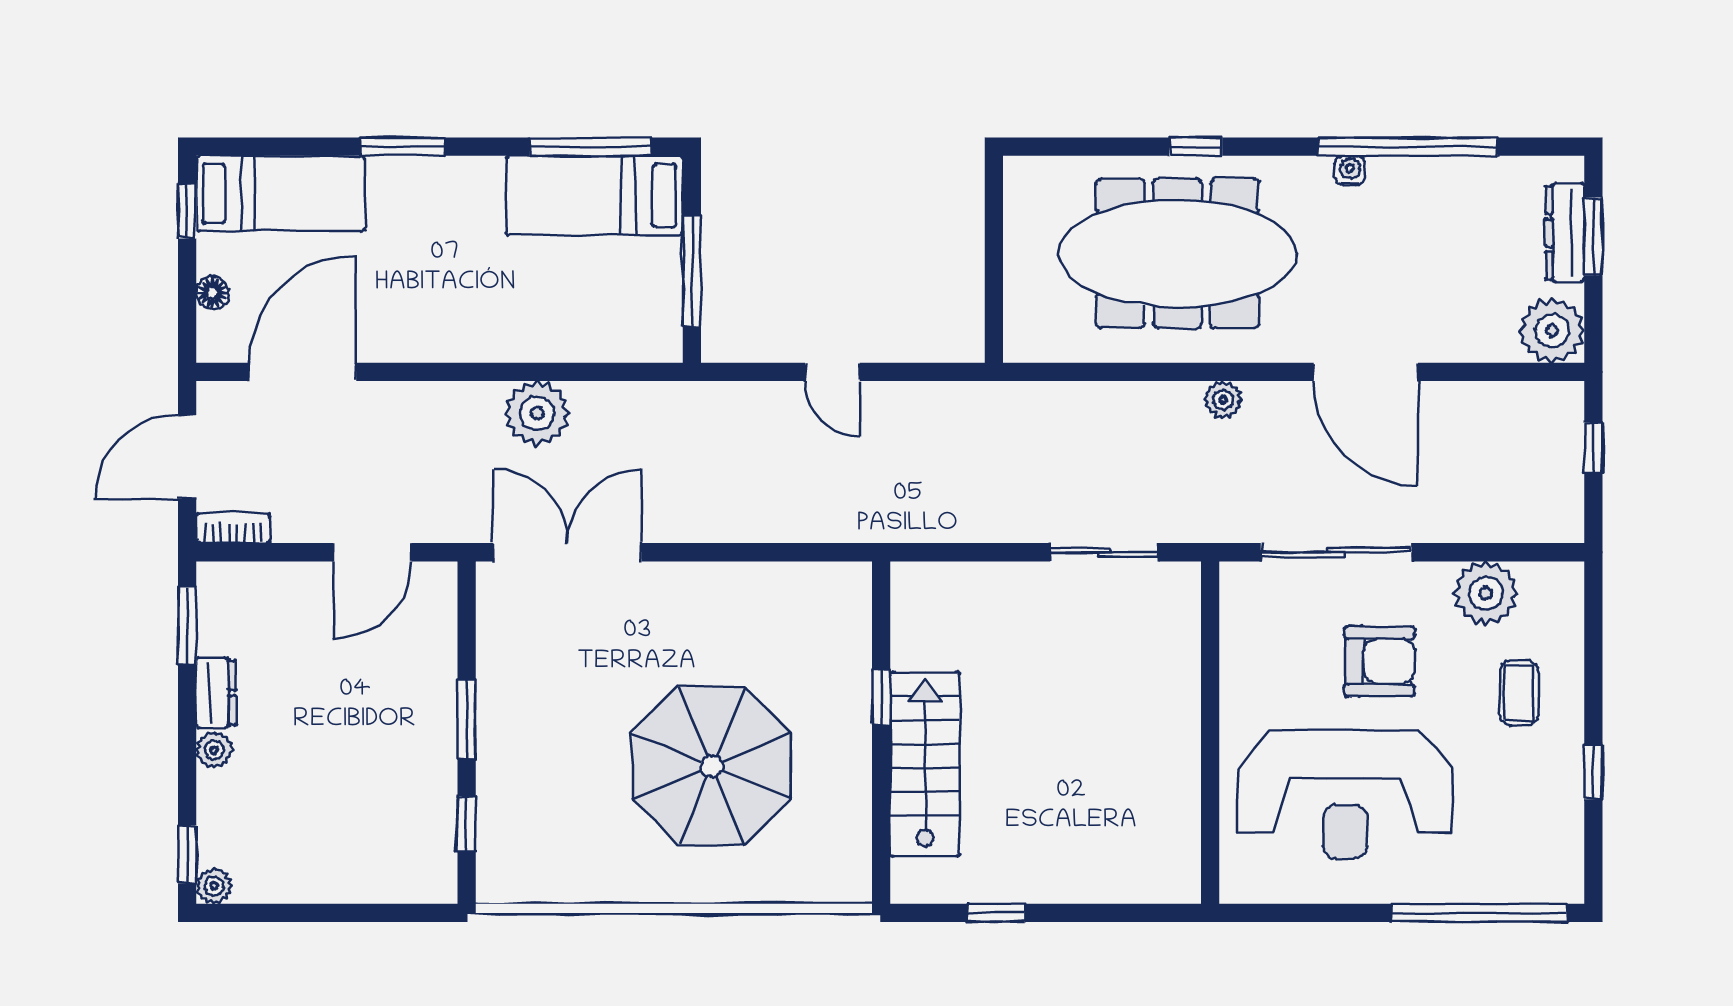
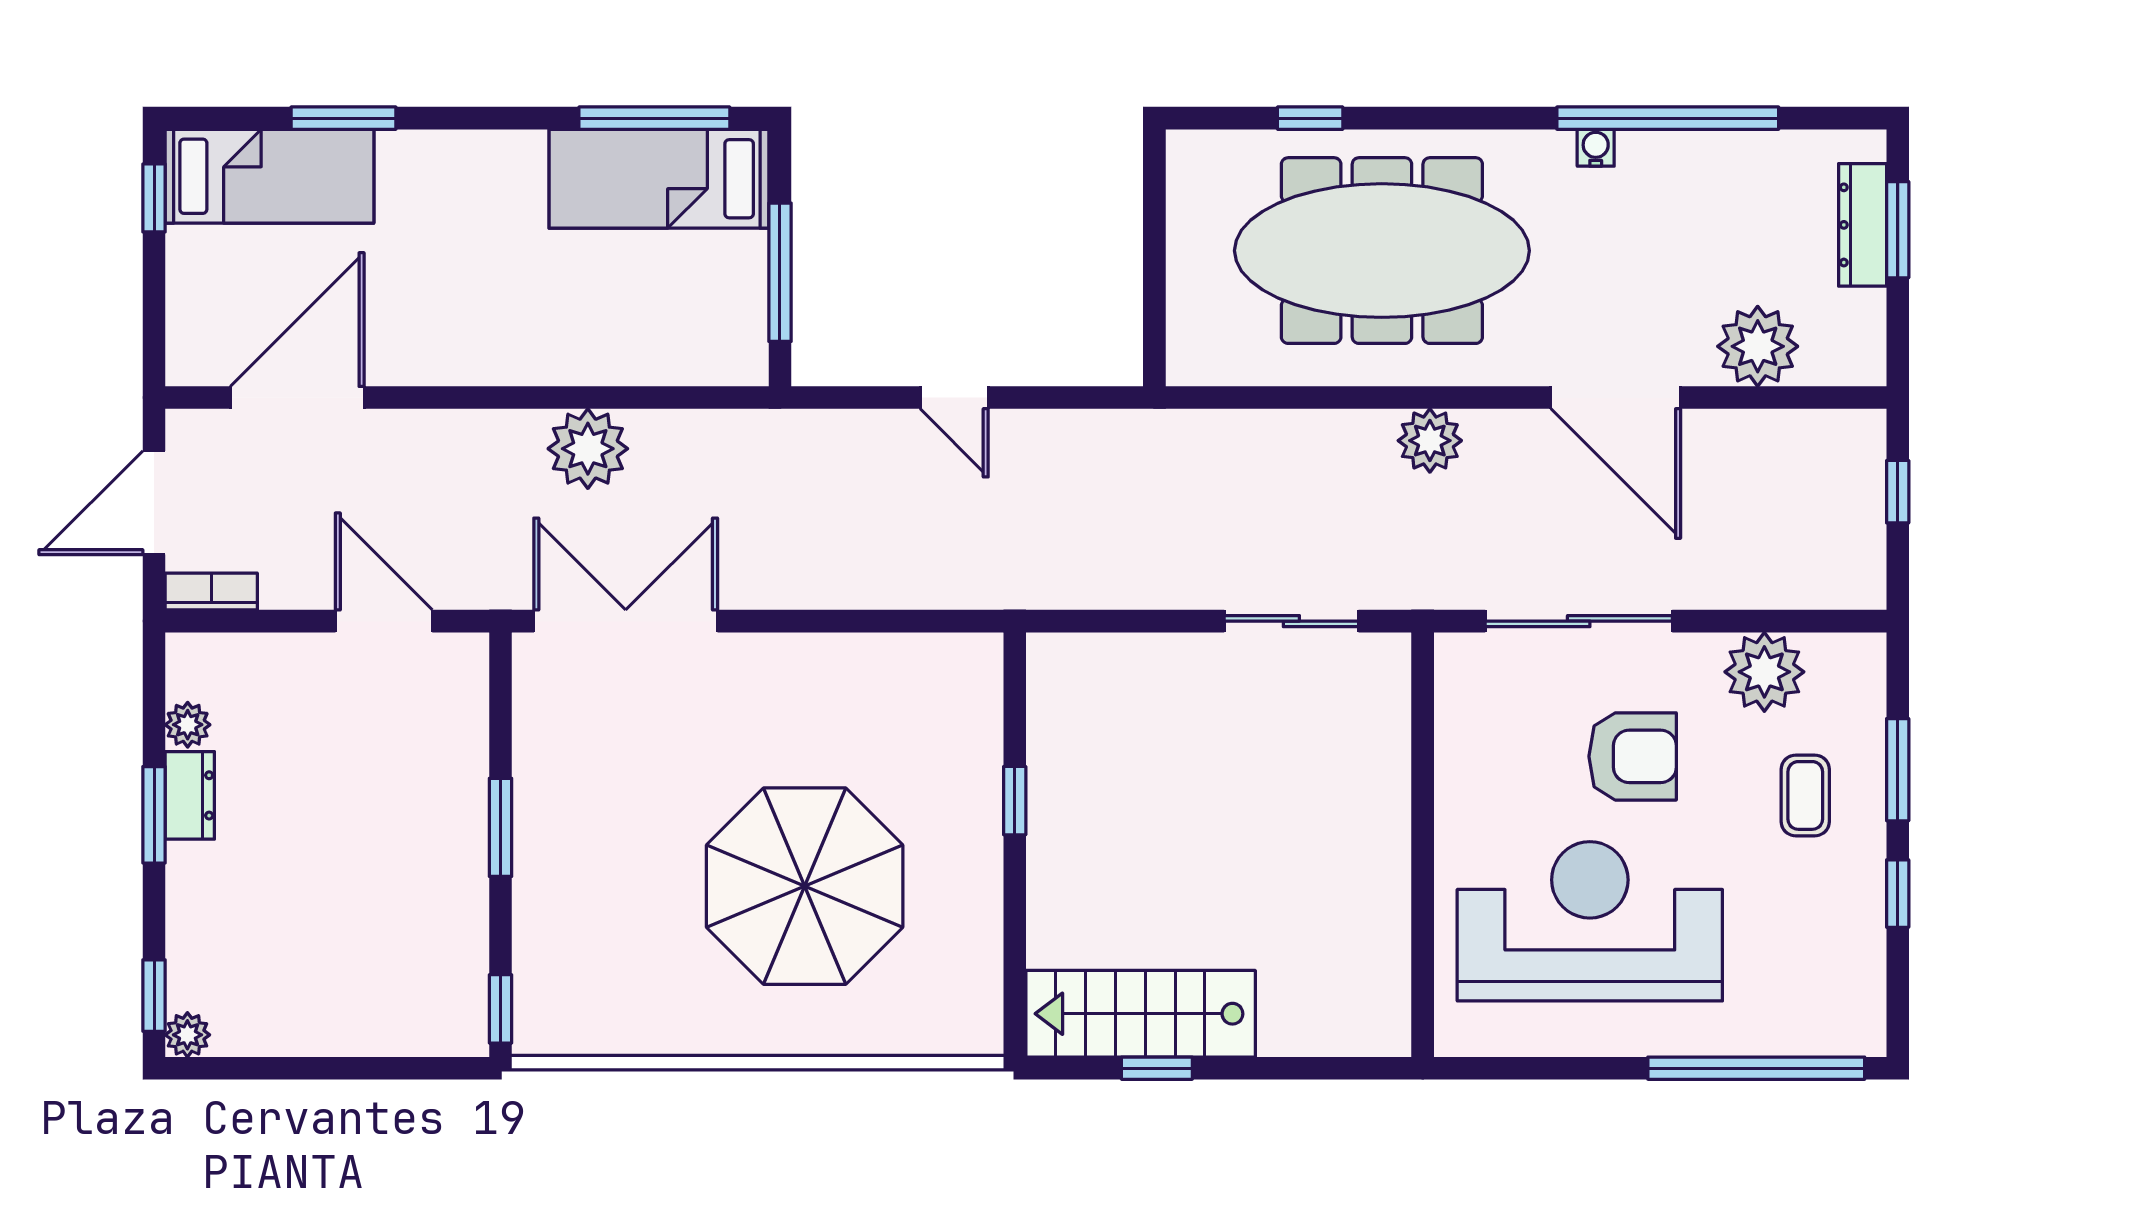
window: (403, 147) -> (344, 118), moved
window: (1196, 147) -> (1310, 118), moved
floor lamp: (212, 293) -> (186, 299), removed
plant: (1552, 331) -> (1758, 346), moved
plant: (1223, 400) -> (1430, 441), width x1.38, depth x1.38
door: (372, 552) -> (384, 621), swing flipped
window: (187, 626) -> (154, 815), moved
window: (1593, 672) -> (1898, 770), added
plant: (214, 750) -> (188, 725), moved
stairs: (925, 764) -> (1141, 1014), moved, turned -90
reception desk: (1345, 794) -> (1590, 921), turned 180
window: (467, 824) -> (501, 1009), moved

